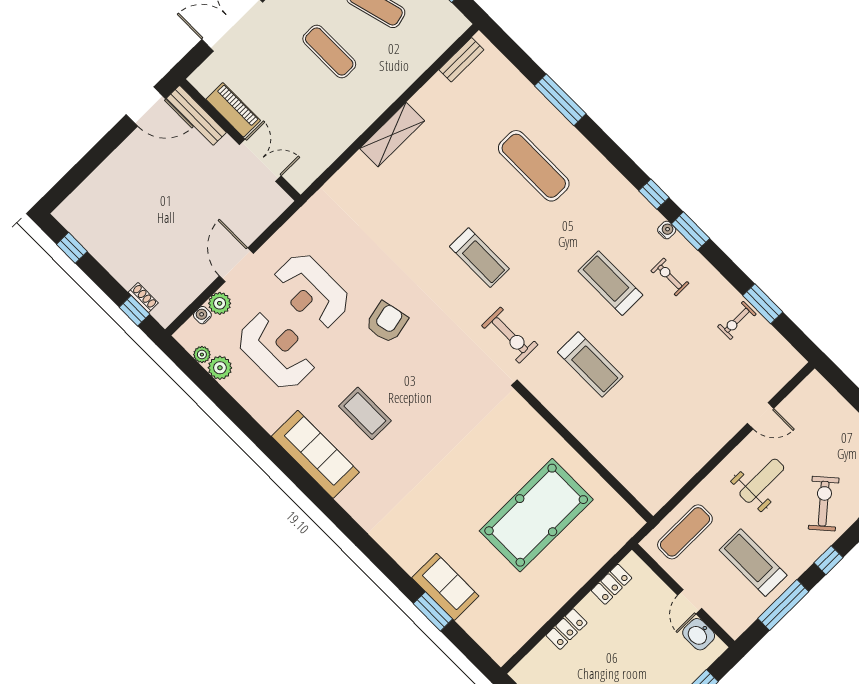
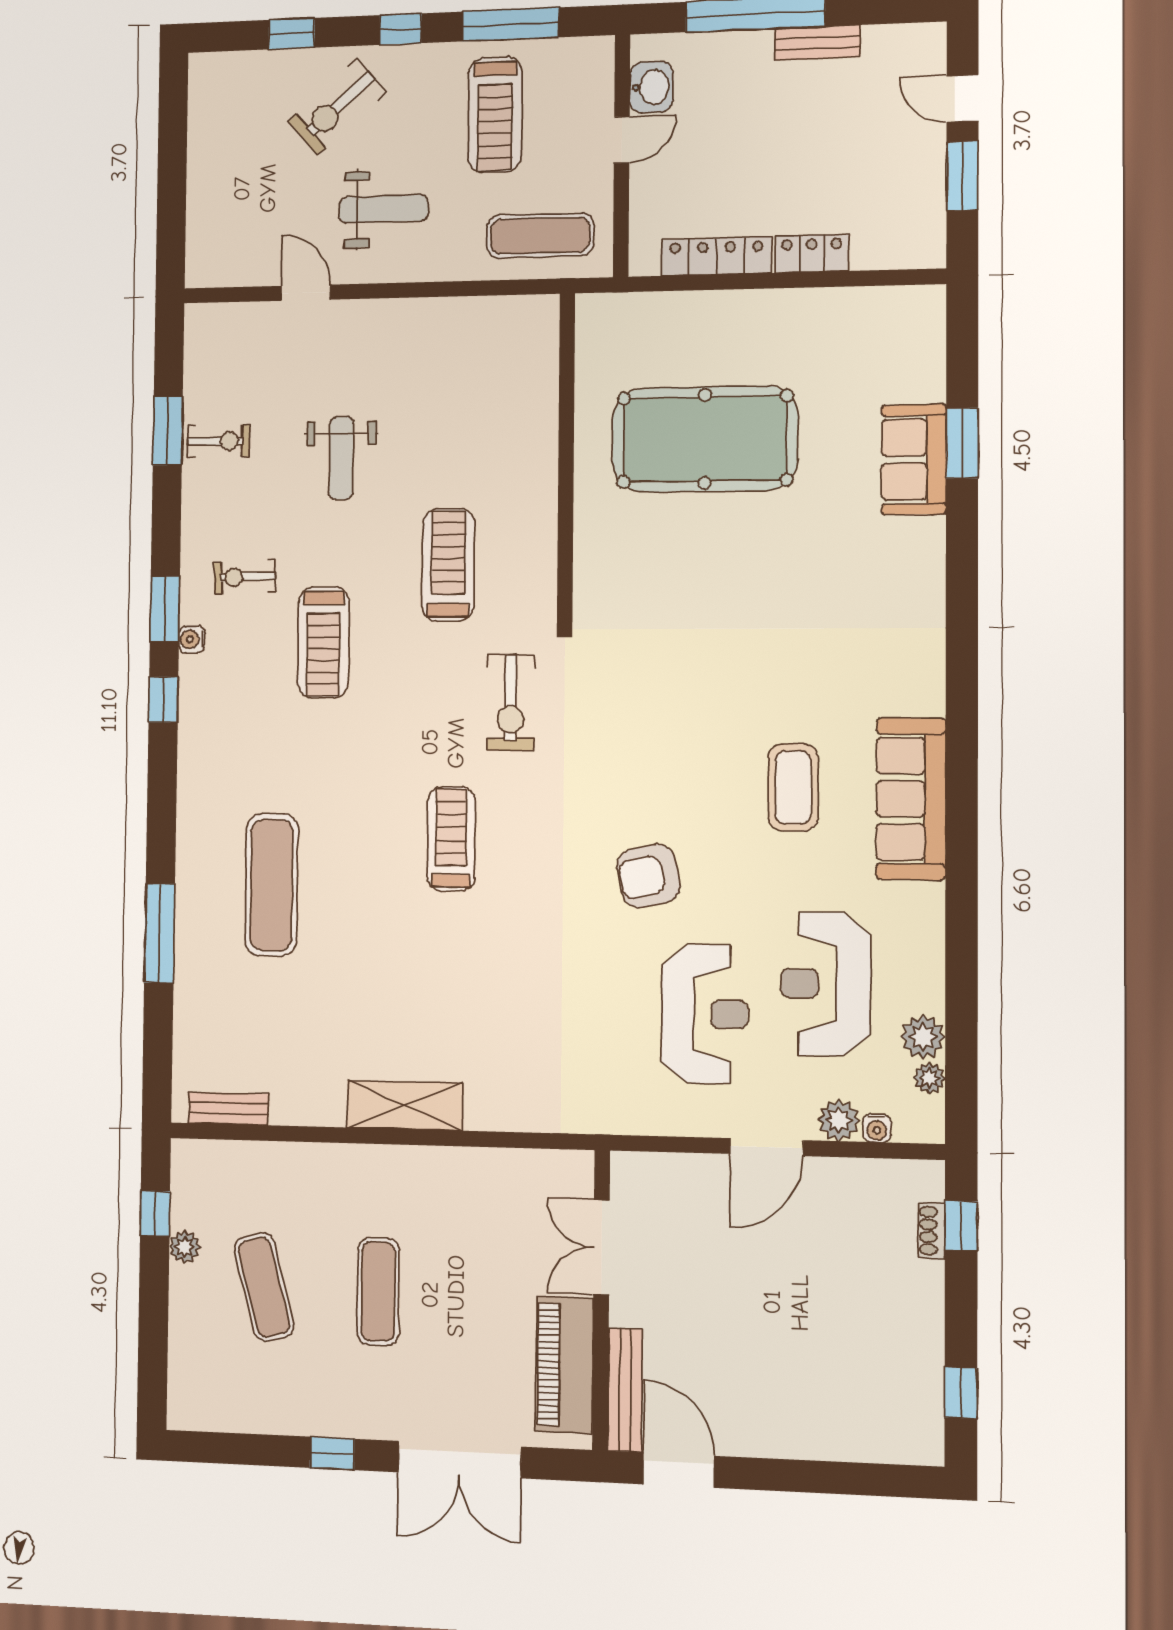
piano: (233, 110) -> (564, 1365), width x1.37, depth x1.33
exercise bike: (670, 277) -> (245, 577), turned 88
exercise bike: (510, 335) -> (511, 702), turned 180
weight bench: (678, 364) -> (341, 458), added
weight bench: (762, 481) -> (384, 209), turned 180
locker: (612, 584) -> (716, 256), width x1.53

